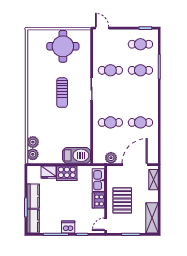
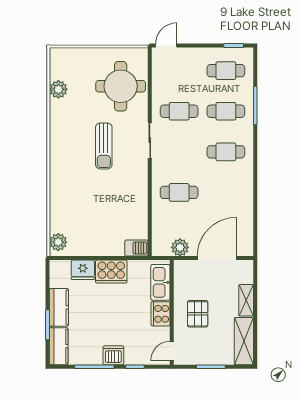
door: (102, 28) -> (166, 46), hinge flipped
round table: (63, 46) -> (121, 86), moved
cafe table: (140, 122) -> (226, 152), moved
plant: (33, 142) -> (58, 89), moved
barbecue: (76, 155) -> (136, 248), width x0.53, depth x0.65
shelving: (153, 180) -> (246, 300), moved
pallet: (122, 200) -> (198, 314), width x0.67, depth x0.71

